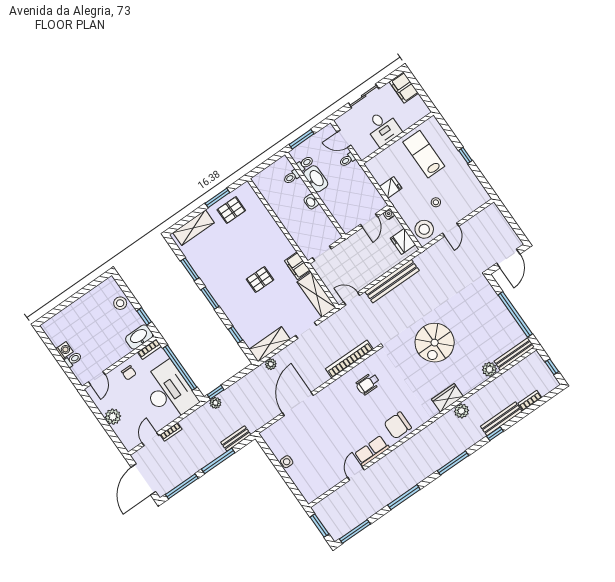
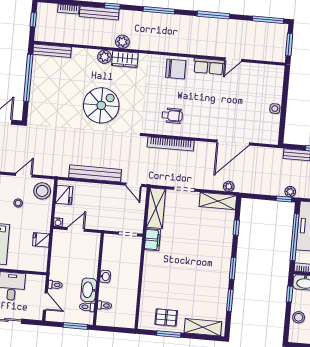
pallet: (260, 279) -> (187, 252), removed
plant: (489, 369) -> (104, 57), moved

